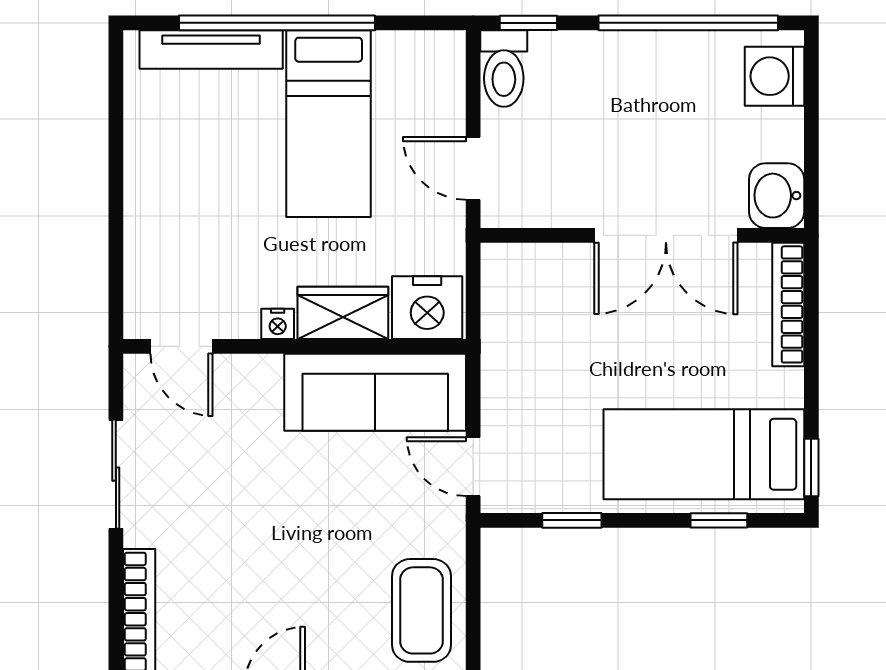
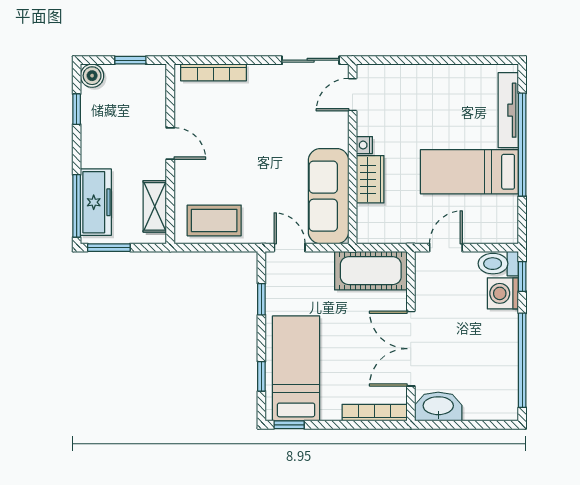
washing machine: (774, 76) -> (503, 293), moved, turned -90
washbasin: (777, 196) -> (438, 407), width x1.38
nightstand: (427, 308) -> (373, 223), removed
cot: (517, 312) -> (371, 271), added
door: (473, 467) -> (290, 248), hinge flipped
sliding door: (116, 474) -> (311, 60), moved

